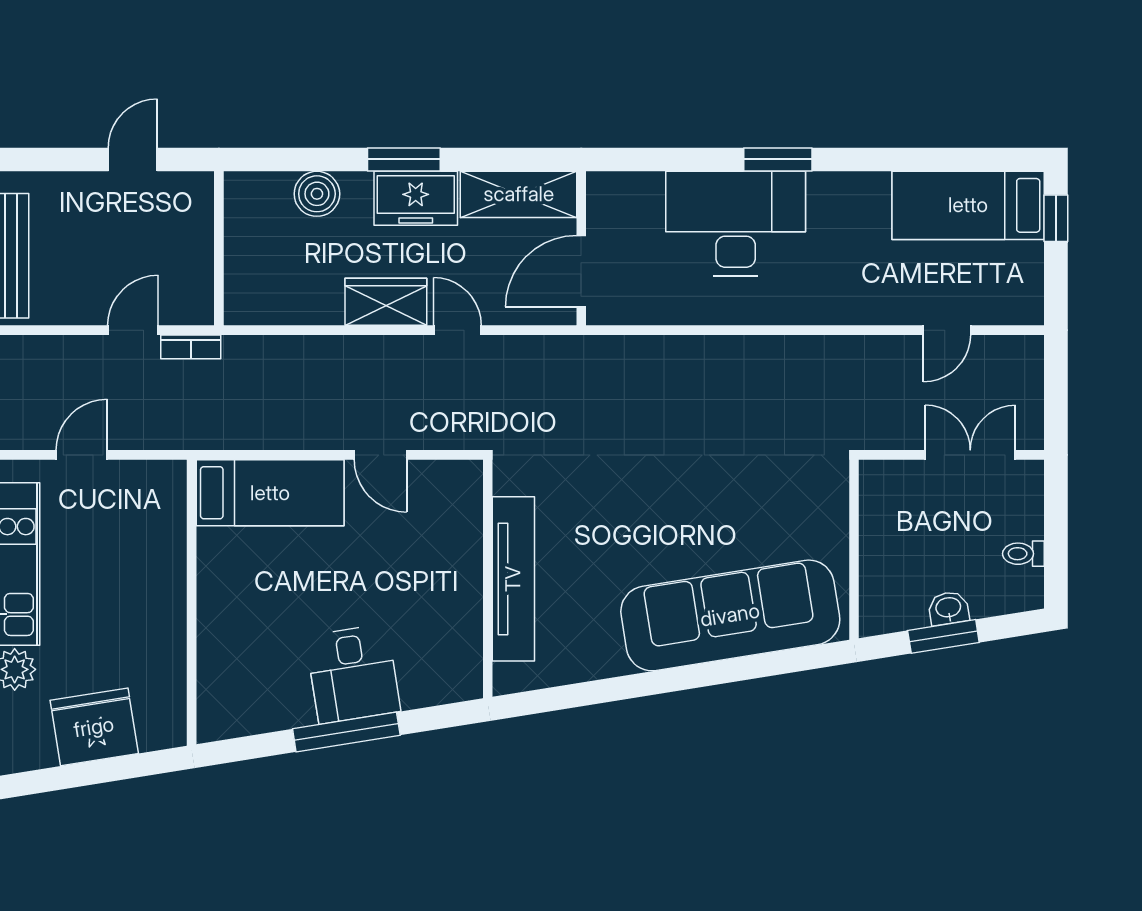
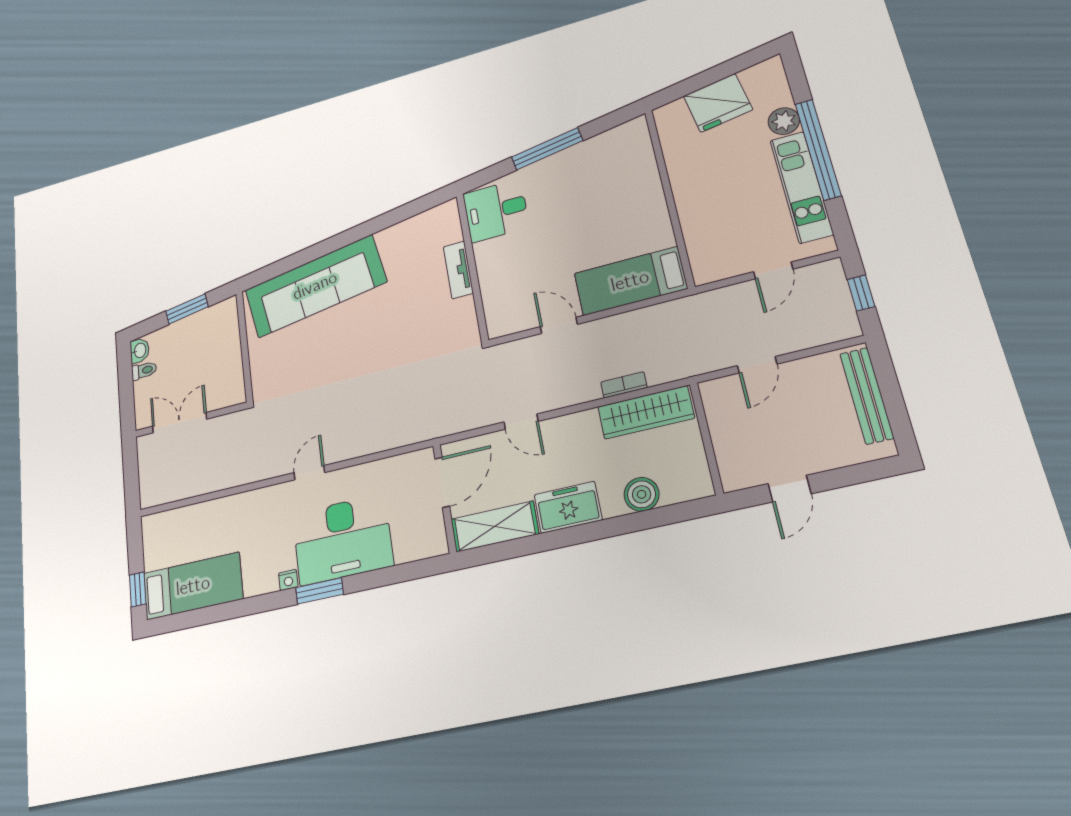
window: (404, 159) -> (582, 534), removed
nightstand: (822, 184) -> (288, 580), added
wardrobe: (386, 302) -> (646, 412), moved, width x1.50
door: (947, 330) -> (309, 473), moved
bookcase: (191, 347) -> (624, 385), moved
double door: (970, 455) -> (179, 423), swing flipped
tv unit: (513, 579) -> (458, 270), width x0.52, depth x0.78
washbasin: (948, 608) -> (140, 351), moved, turned -81
desk: (353, 674) -> (496, 211), moved, turned -81

